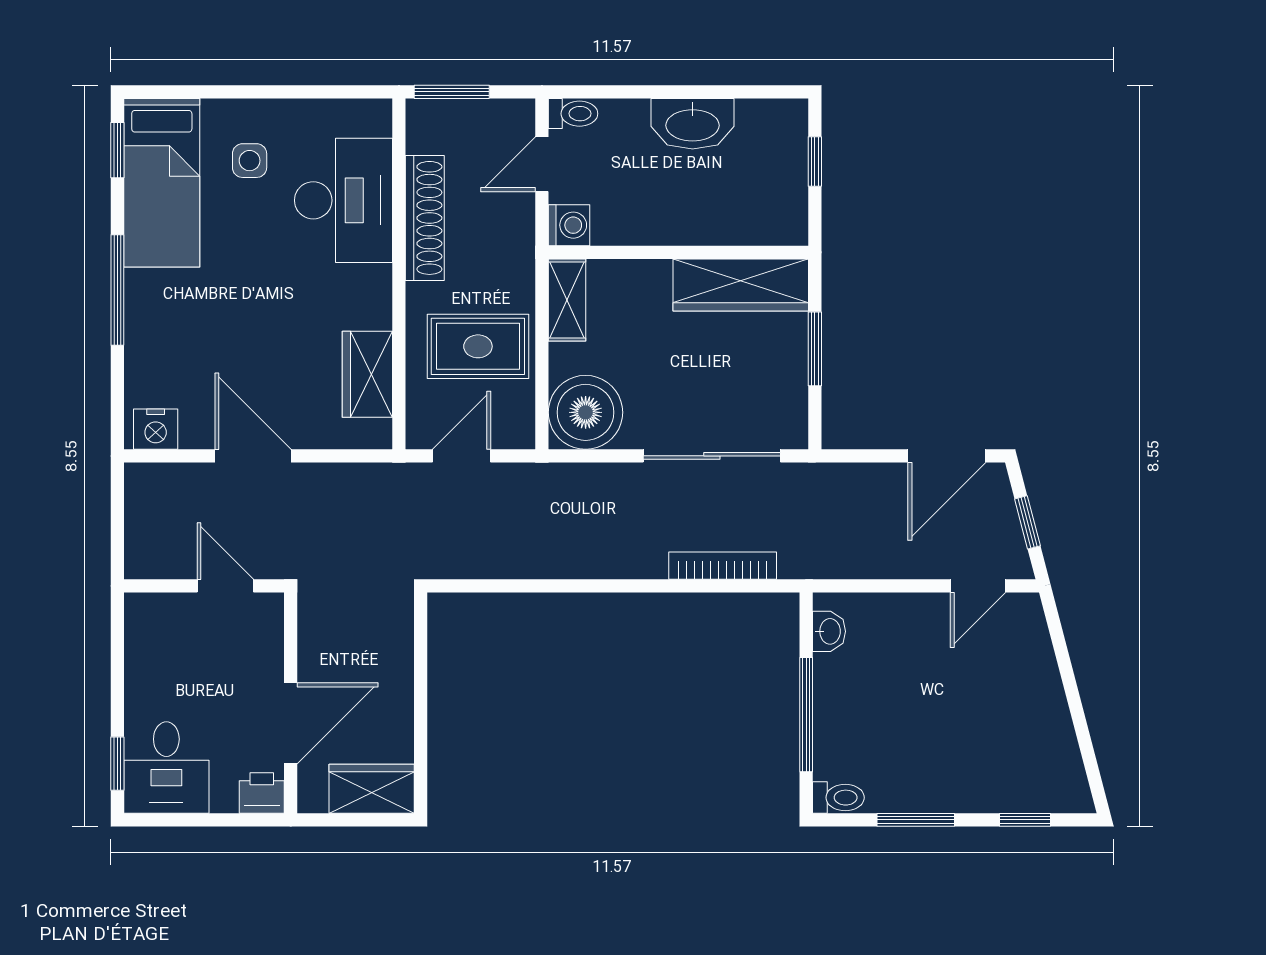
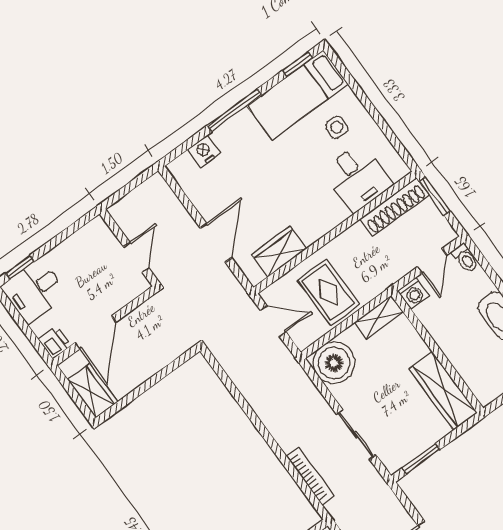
door: (542, 164) -> (432, 261), swing flipped
desk: (344, 200) -> (358, 177), width x0.73
shoe rack: (425, 218) -> (395, 207), moved
window: (815, 349) -> (421, 459), moved
nightstand: (156, 429) -> (204, 151), moved, turned 90
door: (253, 456) -> (216, 243), moved
sliding door: (712, 456) -> (356, 435), width x0.73
door: (291, 723) -> (95, 332), hinge flipped

